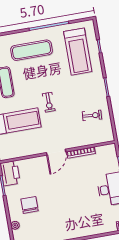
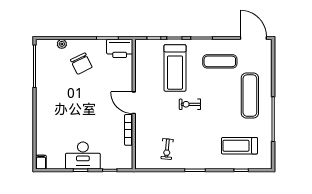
treadmill: (78, 52) -> (240, 146), width x0.73, depth x0.73
chair: (30, 205) -> (81, 64), turned 64

